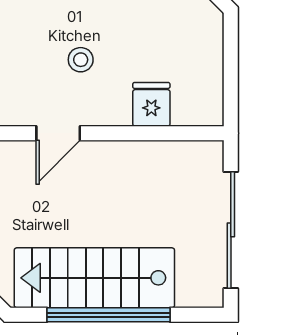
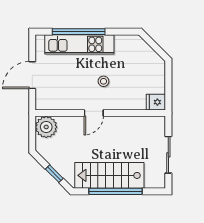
fridge: (151, 104) -> (156, 102), moved, turned -90
sliding door: (231, 230) -> (168, 155), width x0.73

